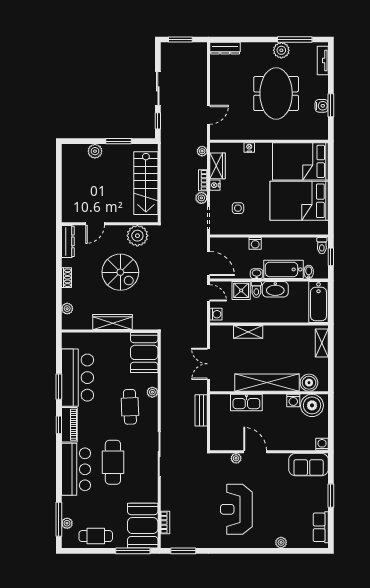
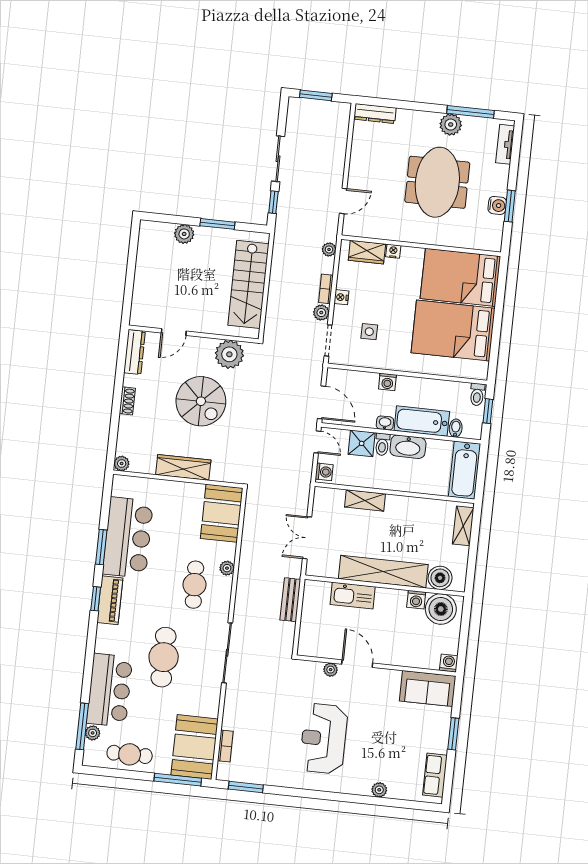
wardrobe: (218, 166) -> (367, 252), moved, turned 90
plant: (67, 309) -> (122, 463), moved
bar counter: (76, 469) -> (109, 690), moved

